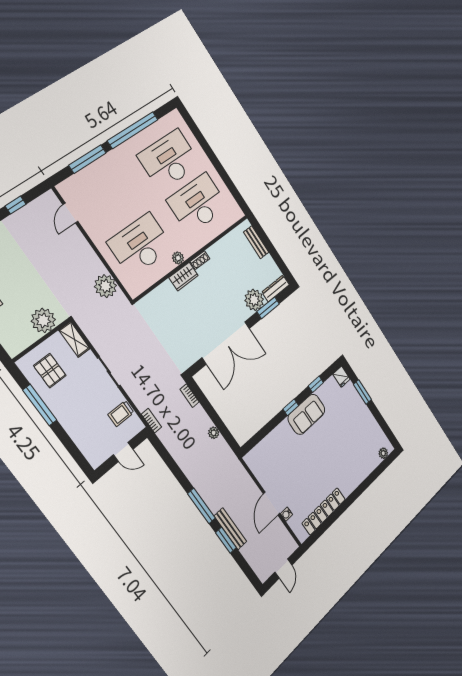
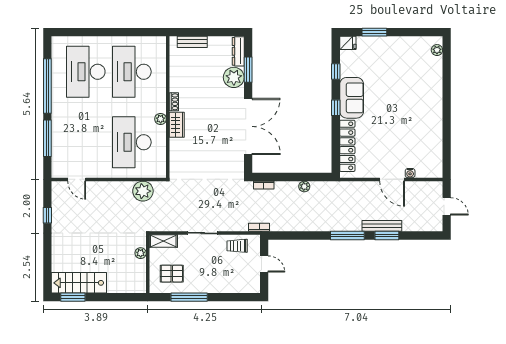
plant: (43, 320) -> (141, 253), width x0.53, depth x0.53
trolley: (121, 413) -> (237, 246), turned 90
door: (123, 452) -> (264, 264), hinge flipped
locker: (324, 511) -> (347, 146), moved, turned 180

